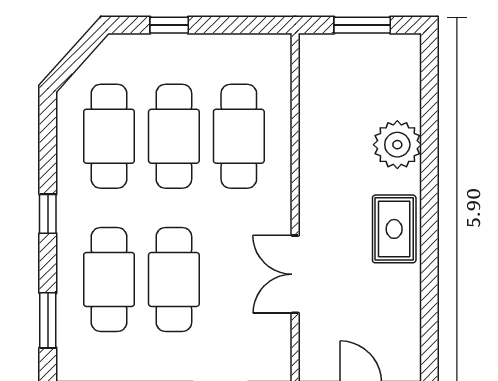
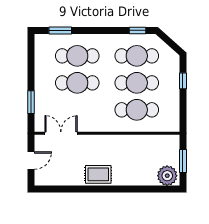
plant: (397, 145) -> (167, 176), moved
window: (48, 214) -> (137, 30), moved
double door: (295, 274) -> (61, 133), moved

